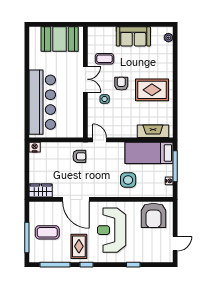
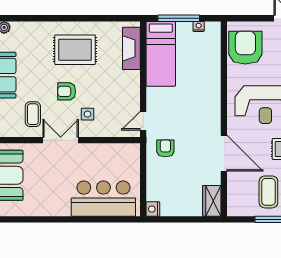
rug: (152, 90) -> (75, 50), turned 90
bar counter: (42, 102) -> (103, 199), width x0.73
side table: (128, 180) -> (197, 82), removed
door: (76, 199) -> (224, 153), hinge flipped
armchair: (153, 215) -> (245, 48), turned -90

